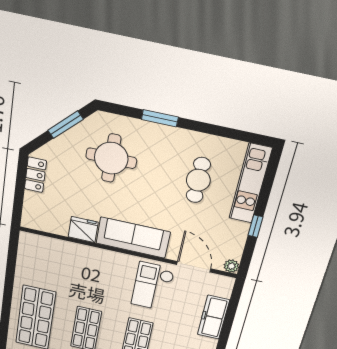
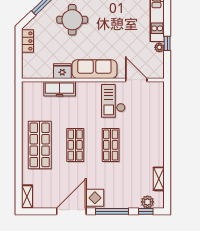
cafe table: (198, 180) -> (126, 22), removed
plant: (231, 266) -> (159, 47), moved
freezer: (213, 317) -> (60, 89), moved, turned -90

